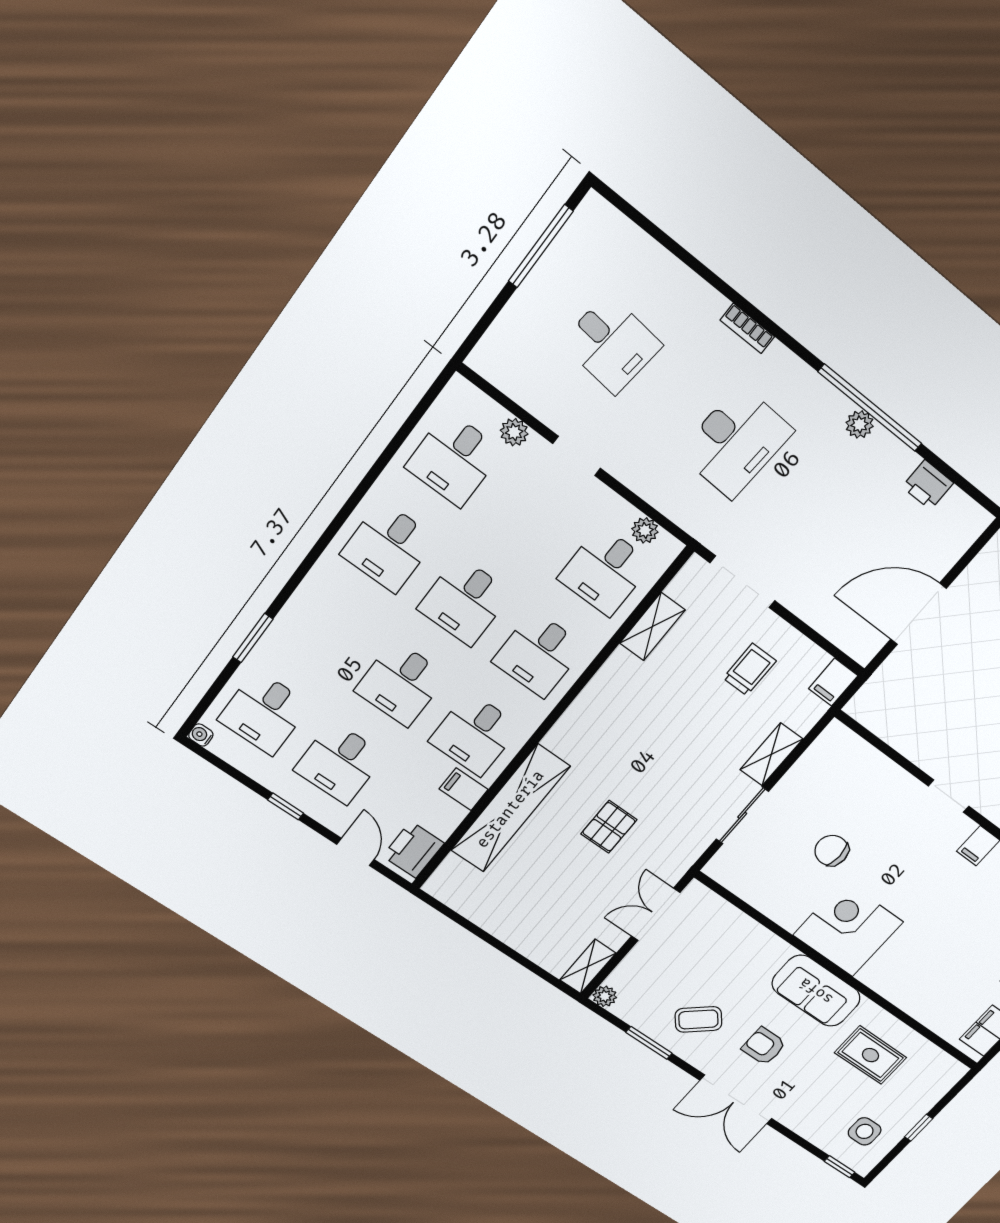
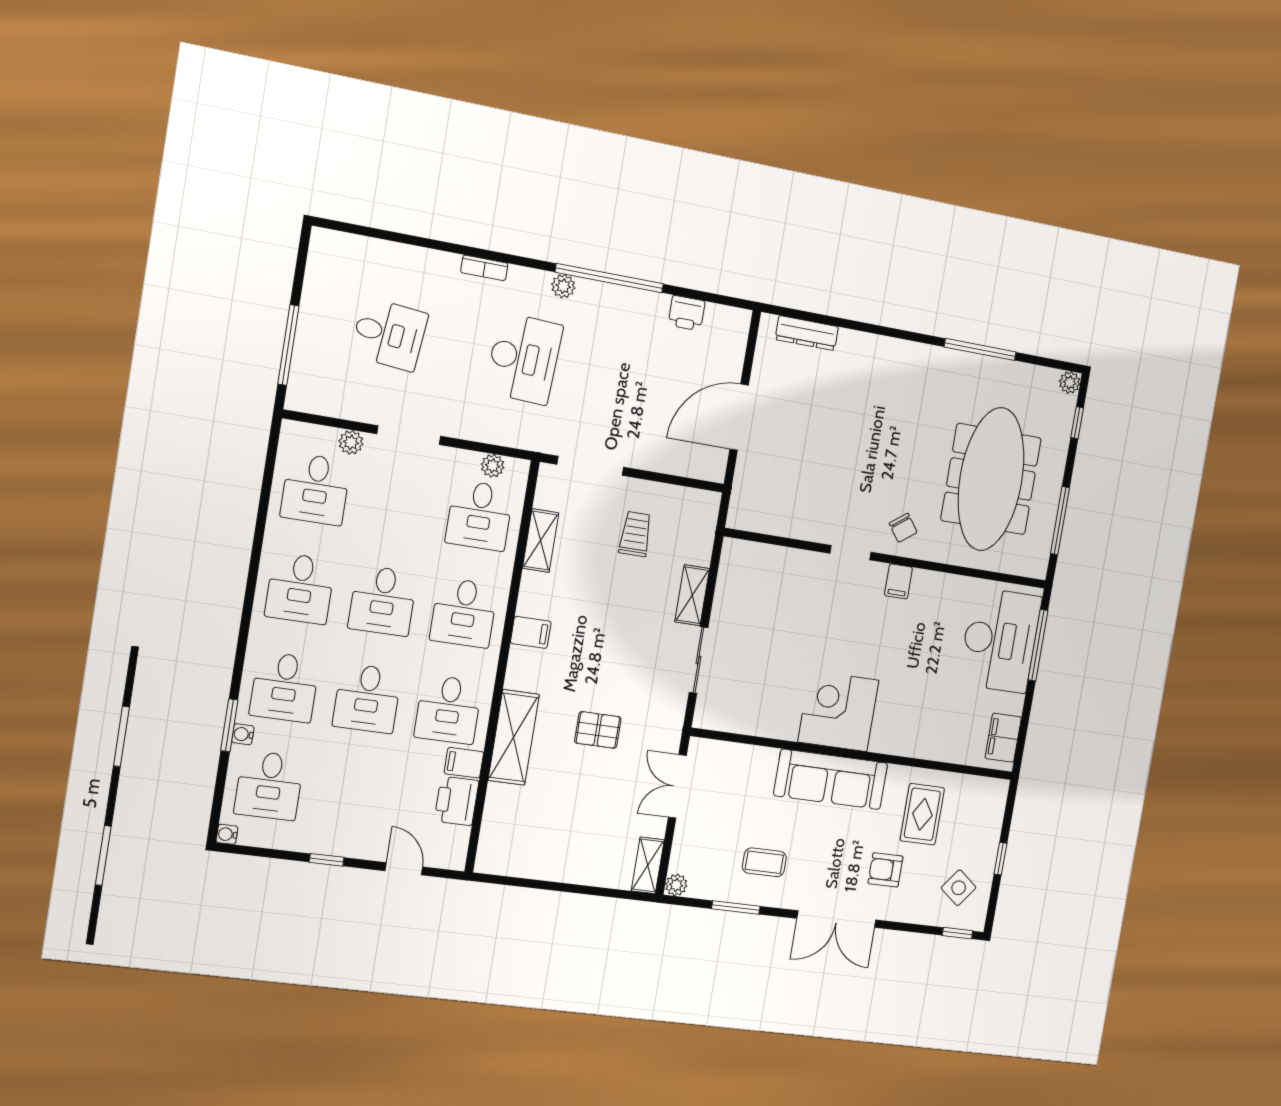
window: (541, 246) -> (288, 345), moved
plant: (860, 424) -> (563, 286), moved
doorway: (577, 456) -> (409, 435), width x1.38
water cooler: (262, 653) -> (243, 734), added
filing cabinet: (833, 682) -> (531, 632), moved, turned -90
desk: (340, 763) -> (285, 687), moved
shelving: (510, 809) -> (514, 737), width x0.68
pallet: (609, 827) -> (598, 730), turned 90
printer: (413, 850) -> (457, 801), moved
chair: (832, 850) -> (786, 650), removed
sofa: (816, 991) -> (831, 779), width x1.36
coffee table: (698, 1019) -> (764, 862), turned 41
armchair: (764, 1046) -> (885, 870), moved
rug: (871, 1055) -> (922, 814), turned 90
side table: (865, 1131) -> (959, 888), turned 38

